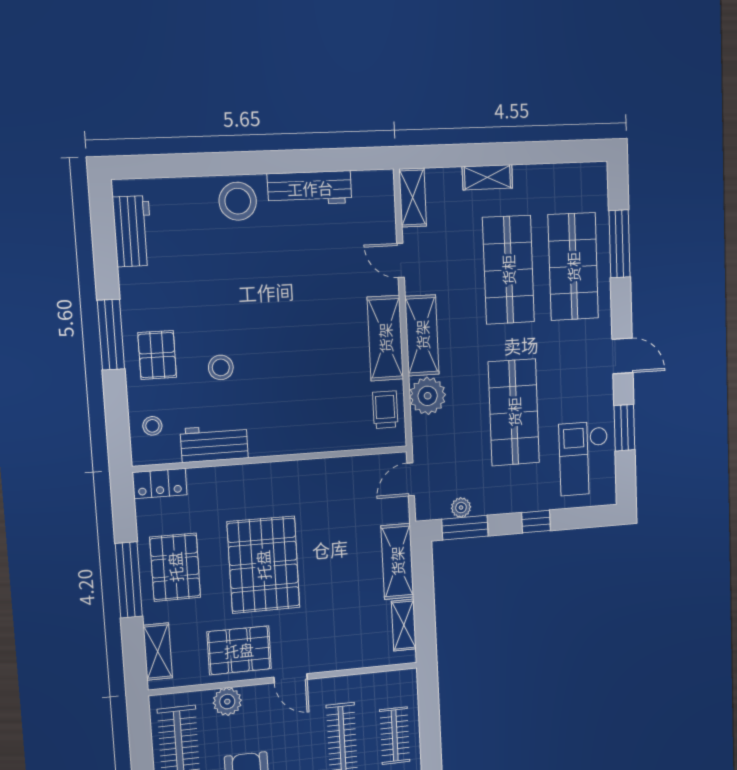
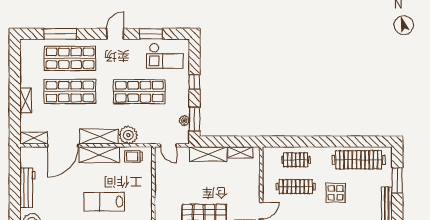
door: (401, 260) -> (63, 145), width x1.87
lab bench: (290, 354) -> (104, 202), added

